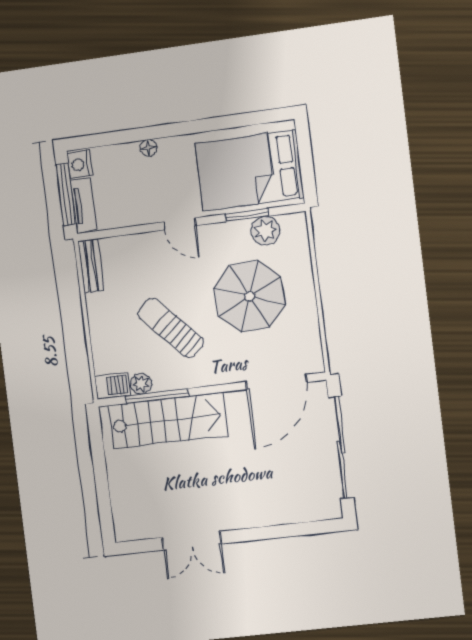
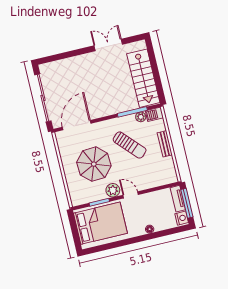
plant: (265, 231) -> (113, 190), moved
bench: (91, 266) -> (165, 144), moved
stairs: (168, 420) -> (143, 78), moved, turned -90

